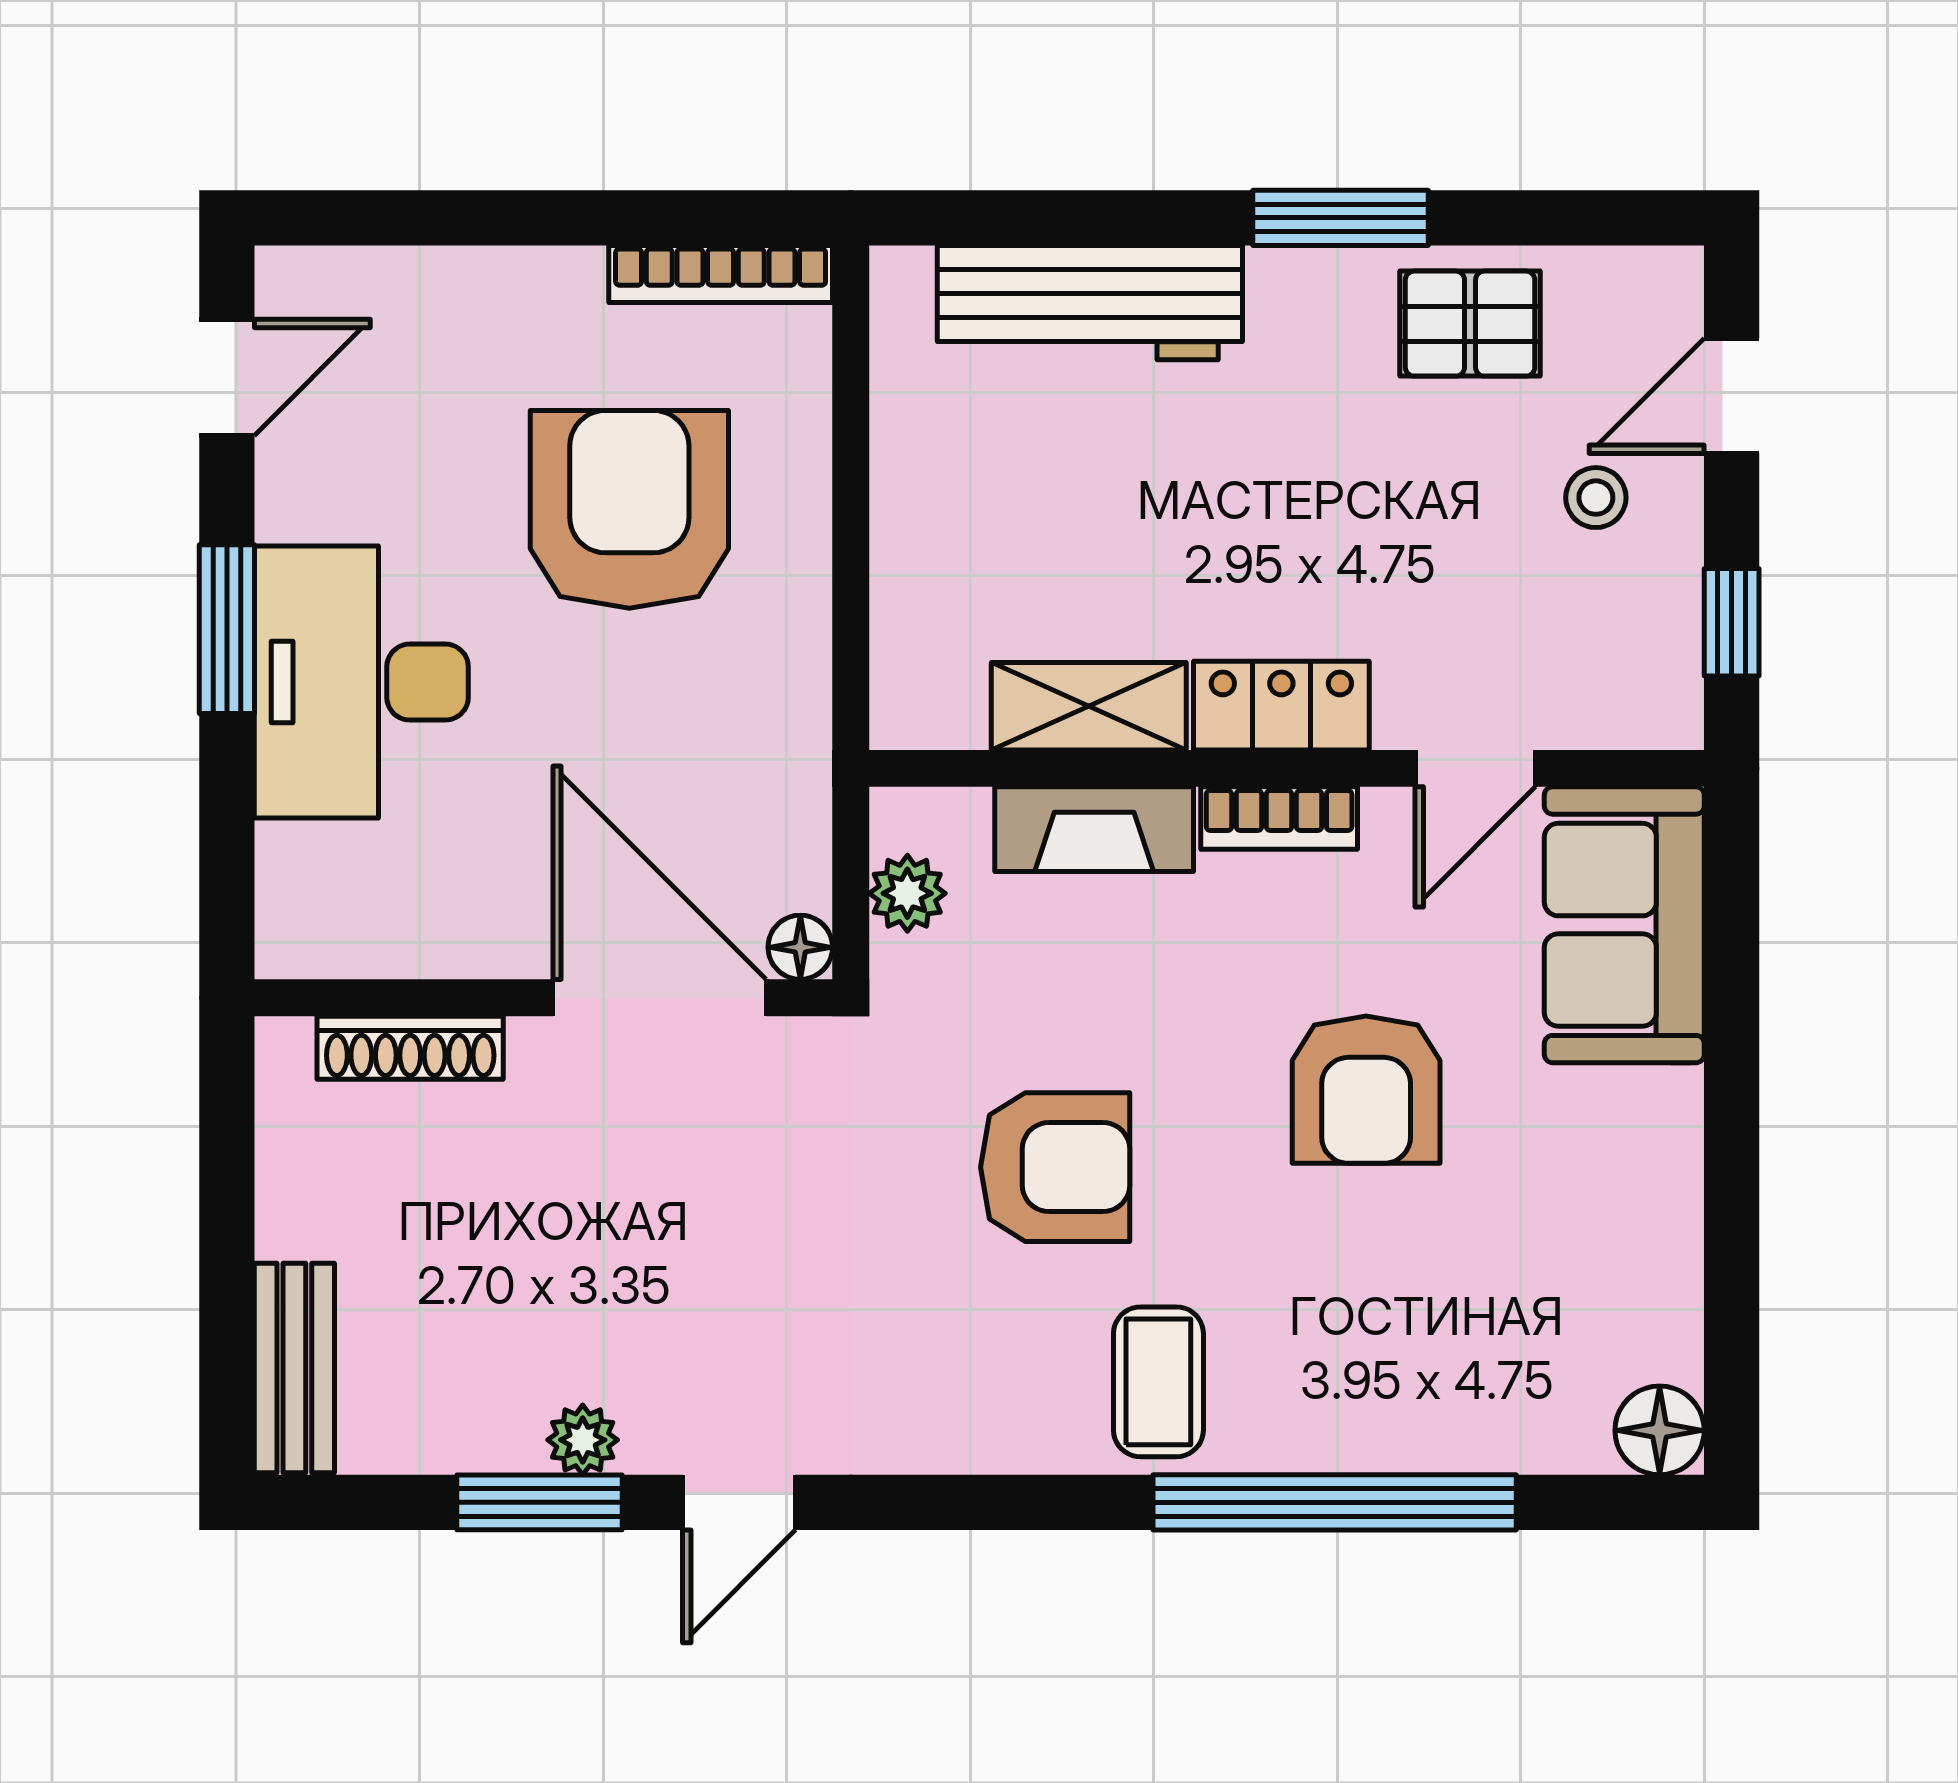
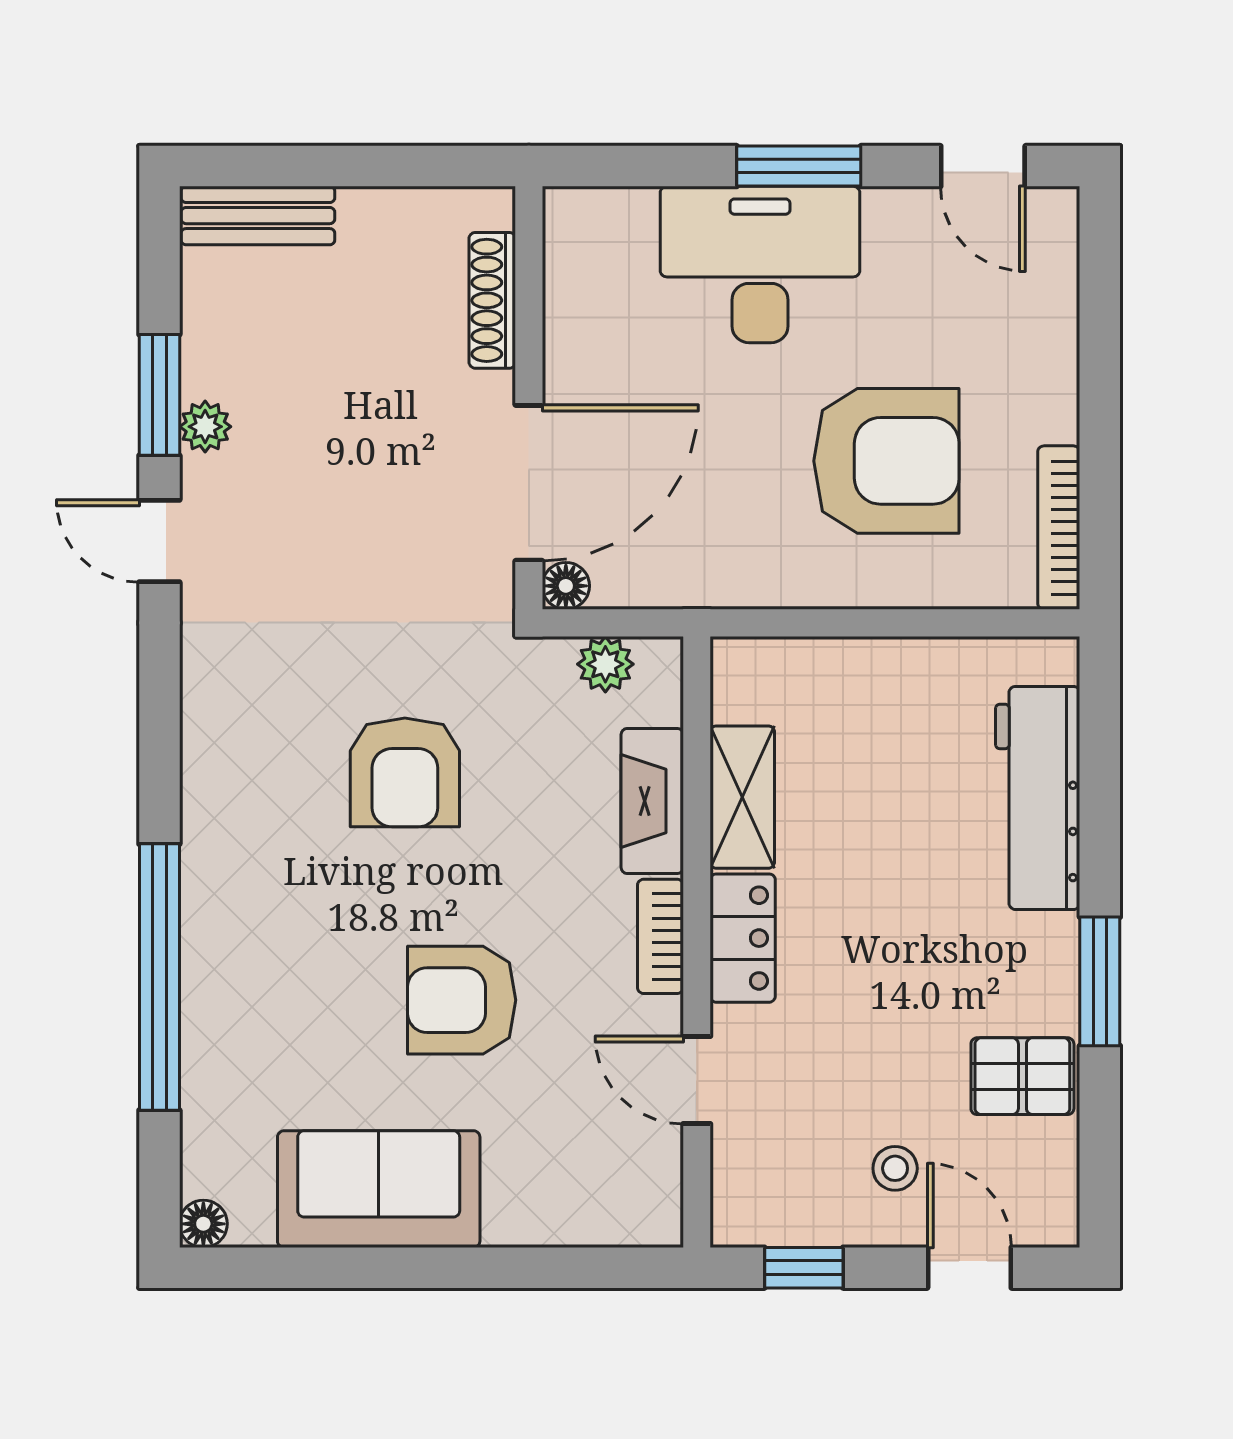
pallet: (1470, 324) -> (1022, 1076), turned 90
sofa: (1624, 925) -> (379, 1189), moved
coffee table: (1158, 1382) -> (248, 848), removed
floor lamp: (1660, 1430) -> (203, 1224), width x0.73, depth x0.73

